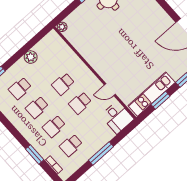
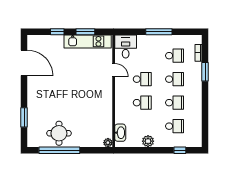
washbasin: (59, 44) -> (120, 133), added

